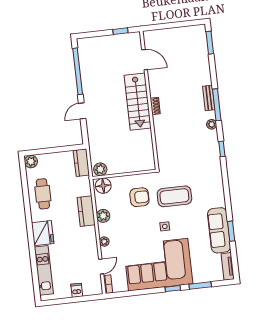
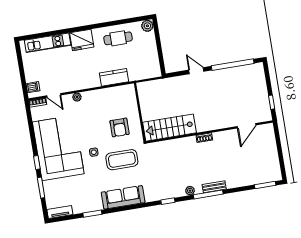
stairs: (138, 102) -> (169, 128), moved
kitchen counter: (81, 163) -> (149, 72), removed
plant: (100, 169) -> (143, 90), removed
floor lamp: (103, 186) -> (128, 94), removed
coffee table: (174, 196) -> (122, 160), turned 90
kitchen counter: (86, 211) -> (114, 77), moved
plant: (103, 216) -> (101, 95), removed
sofa: (219, 230) -> (123, 197), moved
dishwasher: (77, 290) -> (33, 87), moved

